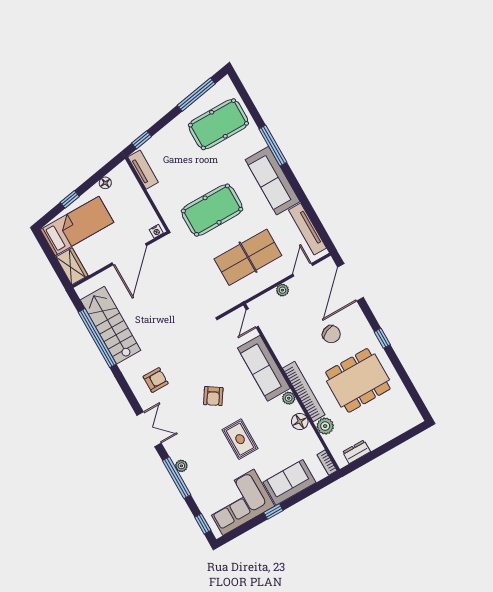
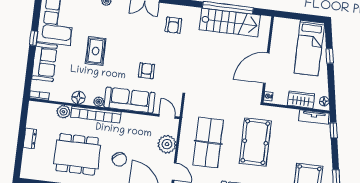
floor lamp: (105, 183) -> (324, 101), moved
door: (129, 254) -> (266, 68), hinge flipped
wardrobe: (72, 266) -> (301, 100), moved, turned 180
plant: (282, 290) -> (167, 144), width x1.88, depth x1.88
chair: (331, 334) -> (119, 159), turned -100
dining table: (358, 380) -> (77, 154), turned 90
armchair: (213, 396) -> (146, 71), moved, turned 57
rug: (240, 439) -> (96, 51), turned 90
dresser: (356, 452) -> (30, 138), moved

